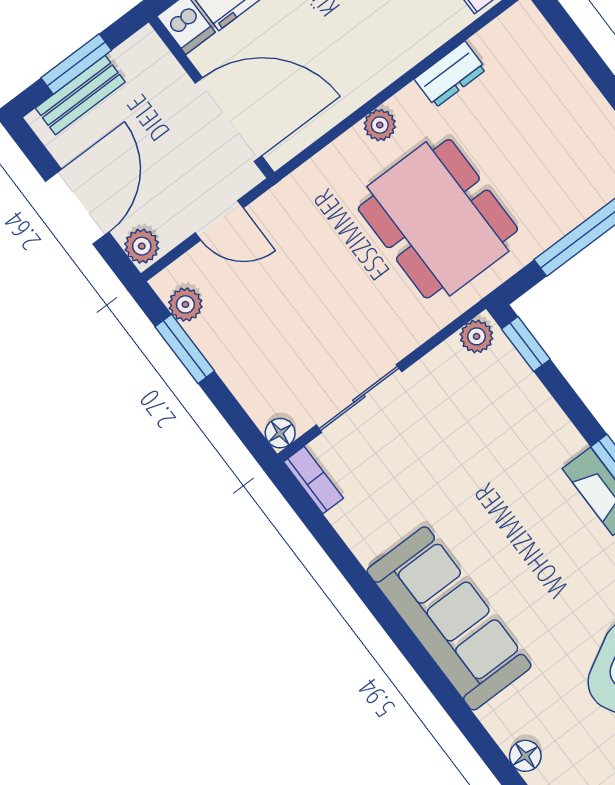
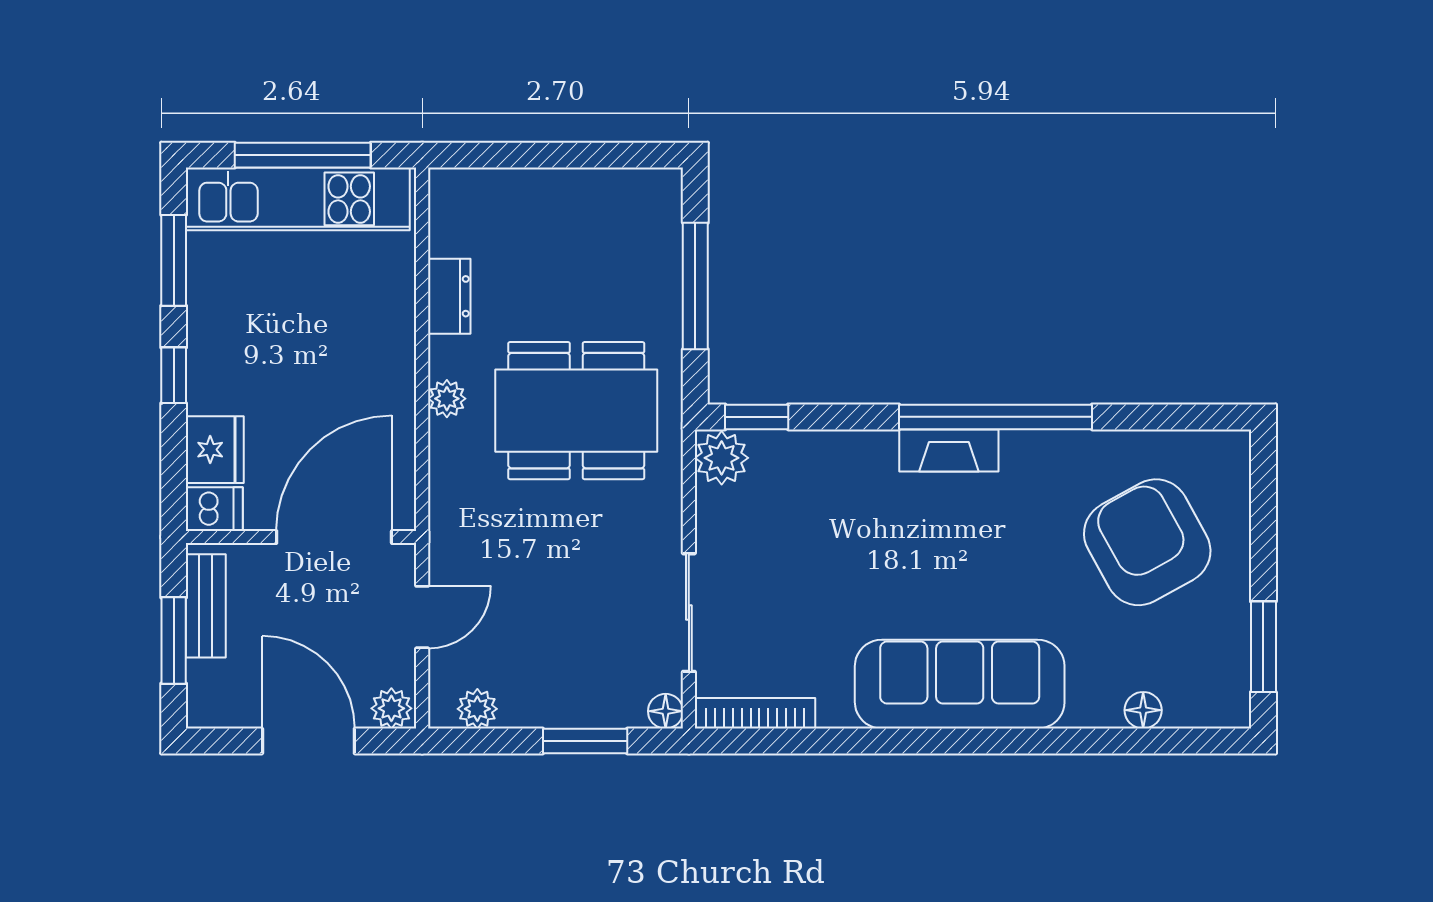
bench: (80, 95) -> (206, 606), moved
plant: (477, 336) -> (722, 458), width x1.38, depth x1.38
window: (185, 349) -> (585, 741), moved
bookcase: (313, 480) -> (755, 713), width x1.56

